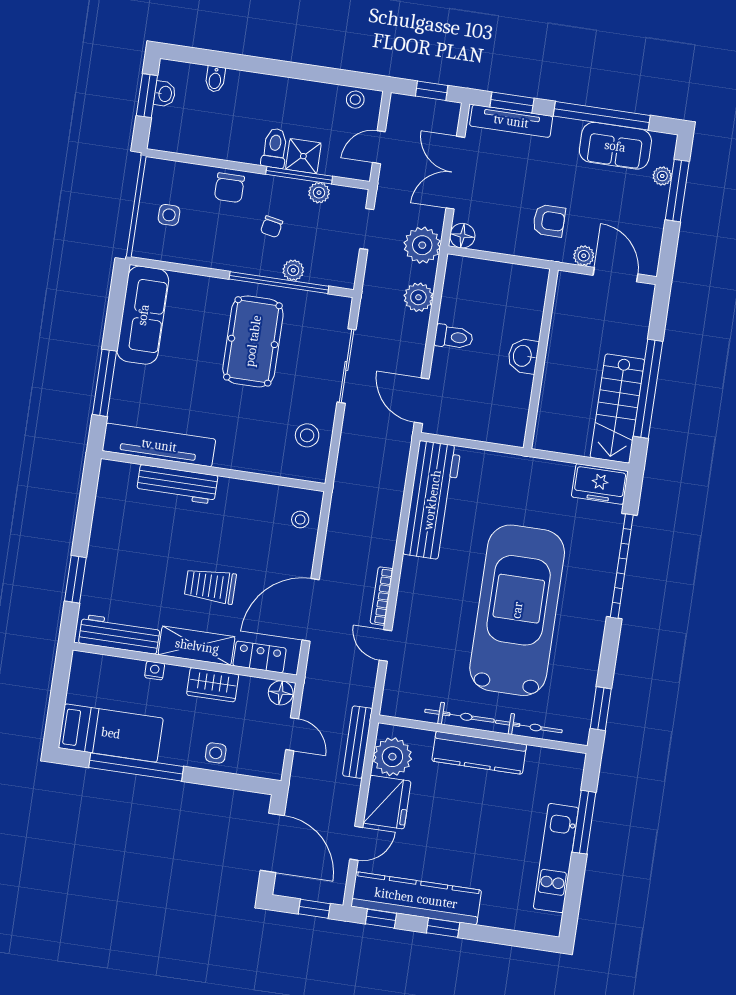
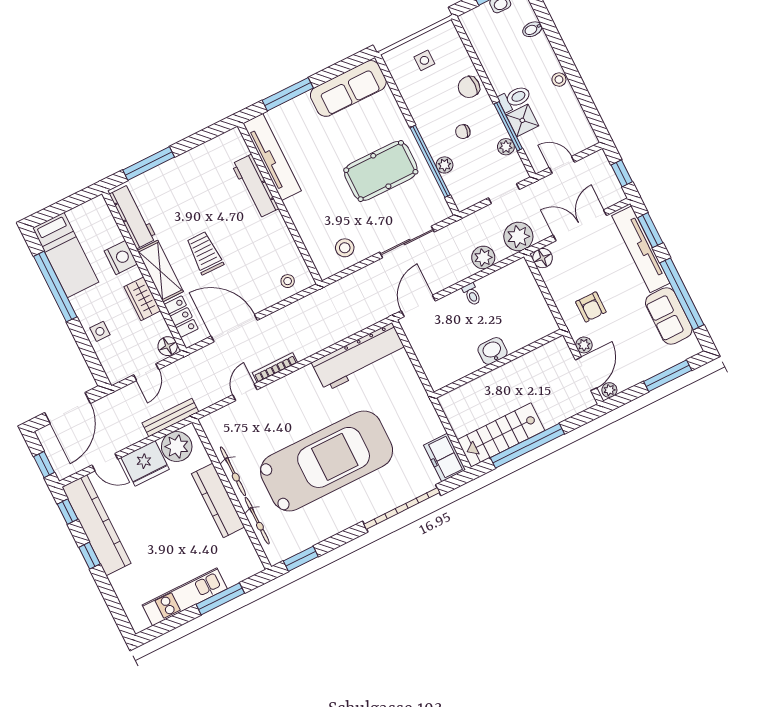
stool: (355, 100) -> (559, 80), moved
tv unit: (511, 121) -> (641, 249), width x1.36, depth x1.29
plant: (662, 176) -> (609, 390), moved
toilet: (454, 337) -> (472, 294), width x0.73, depth x0.72
window: (75, 579) -> (149, 164), width x1.44
nightstand: (155, 671) -> (121, 258), width x1.89, depth x1.79

